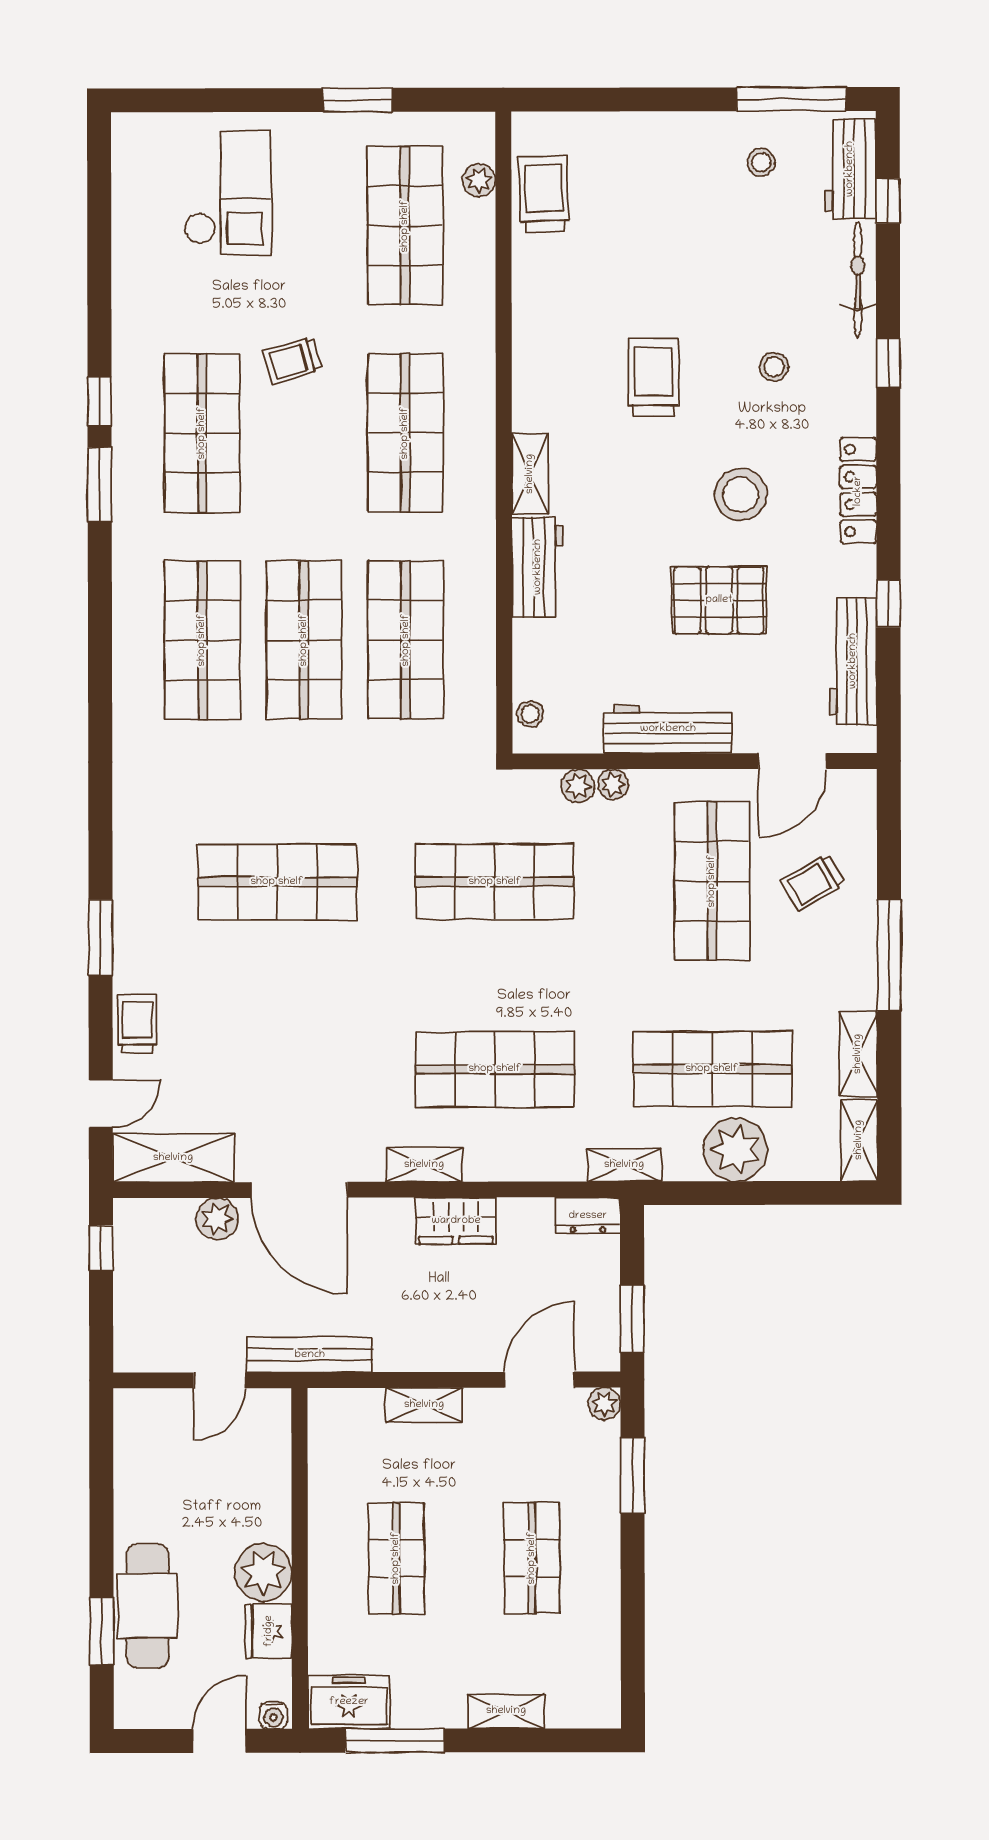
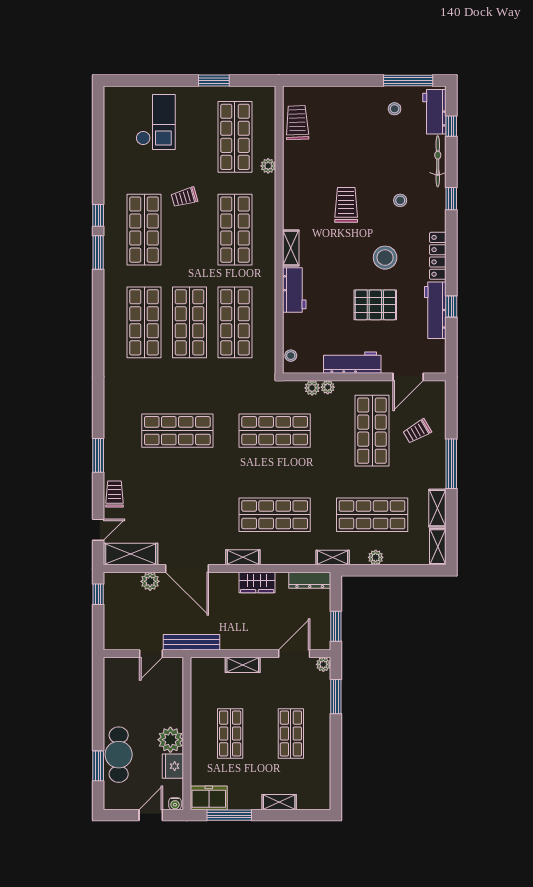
plant: (479, 180) -> (268, 166), moved
workbench: (853, 661) -> (435, 310), moved
plant: (735, 1150) -> (376, 557), width x0.53, depth x0.53
dresser: (588, 1216) -> (310, 580), width x1.44

